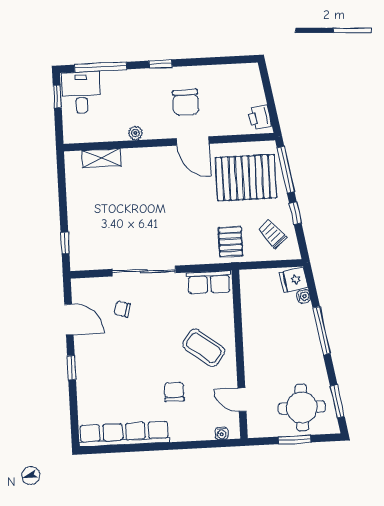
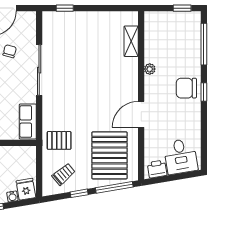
desk: (81, 92) -> (181, 156), moved, turned 80
chair: (186, 102) -> (186, 88), moved

